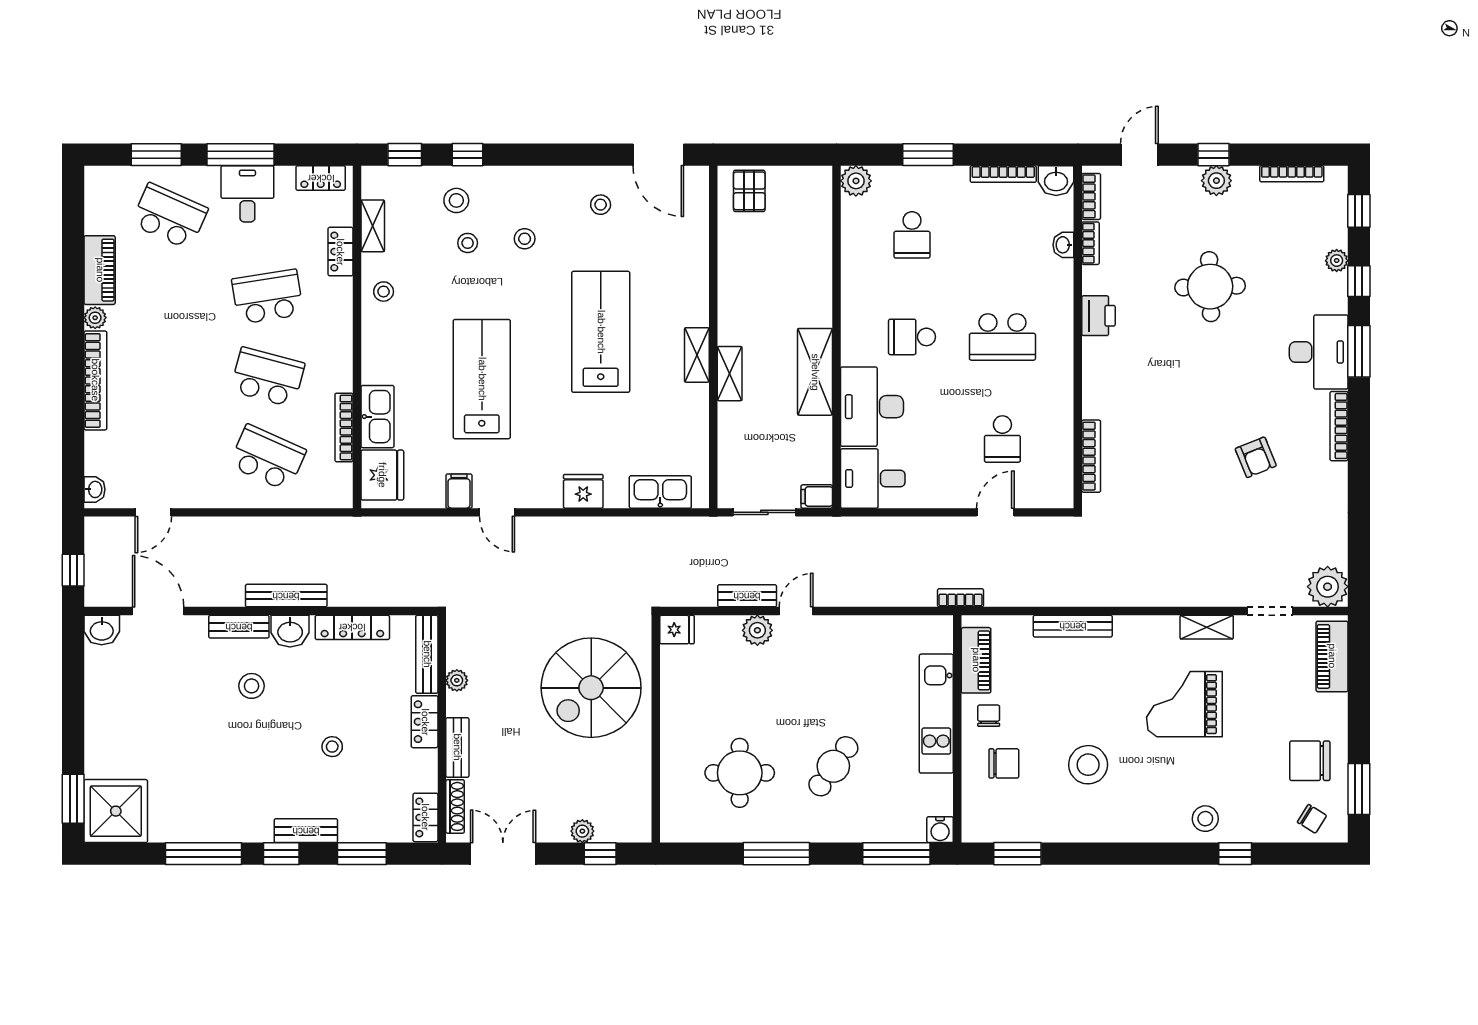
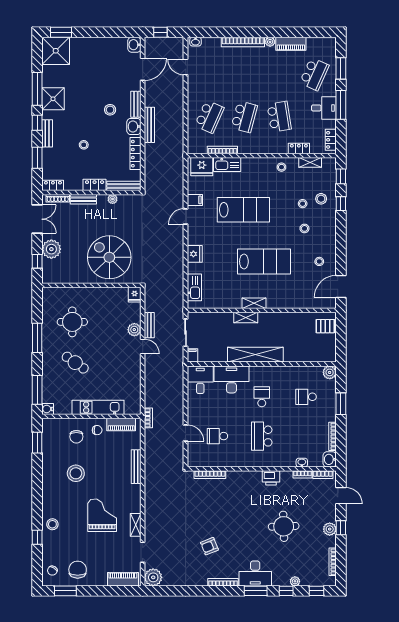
shelving: (815, 372) -> (255, 355), width x1.47
shower: (226, 817) -> (53, 99), added
plant: (582, 831) -> (51, 249), width x1.87, depth x1.87

